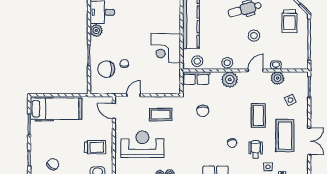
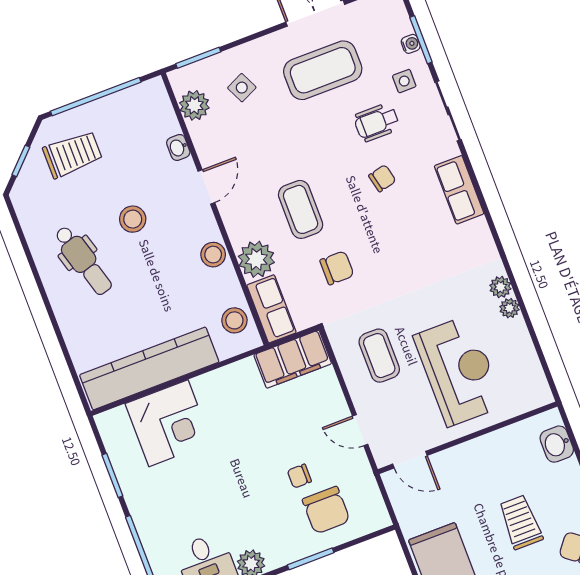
corner desk: (166, 48) -> (168, 423), moved
door: (256, 70) -> (206, 187), swing flipped
plant: (277, 78) -> (194, 105), moved
filing cabinet: (173, 79) -> (293, 359), added
plant: (230, 80) -> (256, 259), moved
door: (114, 111) -> (410, 460), hinge flipped
coffee table: (258, 115) -> (301, 209), moved, turned 90
reception desk: (142, 144) -> (459, 371), turned 180
trolley: (95, 147) -> (521, 522), moved

